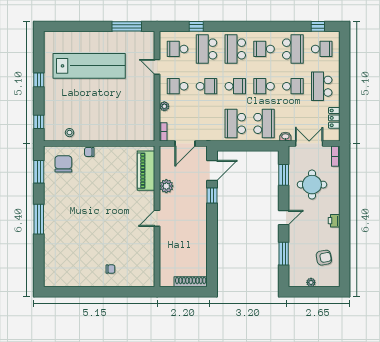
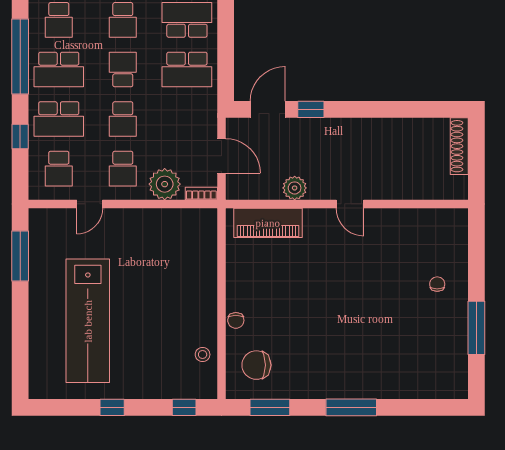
window: (243, 26) -> (20, 56), added
lab bench: (89, 66) -> (88, 321), turned 180
school desk: (206, 86) -> (123, 119), turned 180
plant: (164, 106) -> (165, 184), width x1.87, depth x1.87
door: (212, 170) -> (268, 109), hinge flipped
window: (85, 292) -> (476, 328), added

